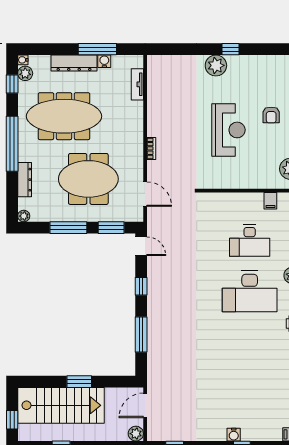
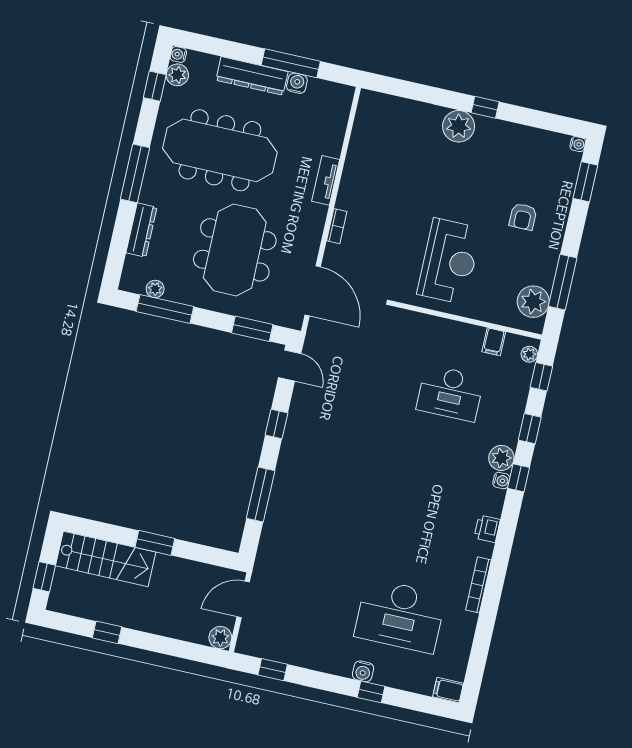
tv unit: (137, 84) -> (326, 180), moved
reception desk: (228, 130) -> (449, 261), moved
window: (12, 144) -> (135, 173), width x0.68
meeting table: (88, 179) -> (235, 250), turned 90
door: (145, 194) -> (313, 291), width x1.36
plant: (24, 216) -> (155, 289), moved
window: (68, 228) -> (165, 309), moved
desk: (250, 291) -> (400, 616), moved
stairs: (61, 405) -> (106, 559), width x0.73, depth x0.66

